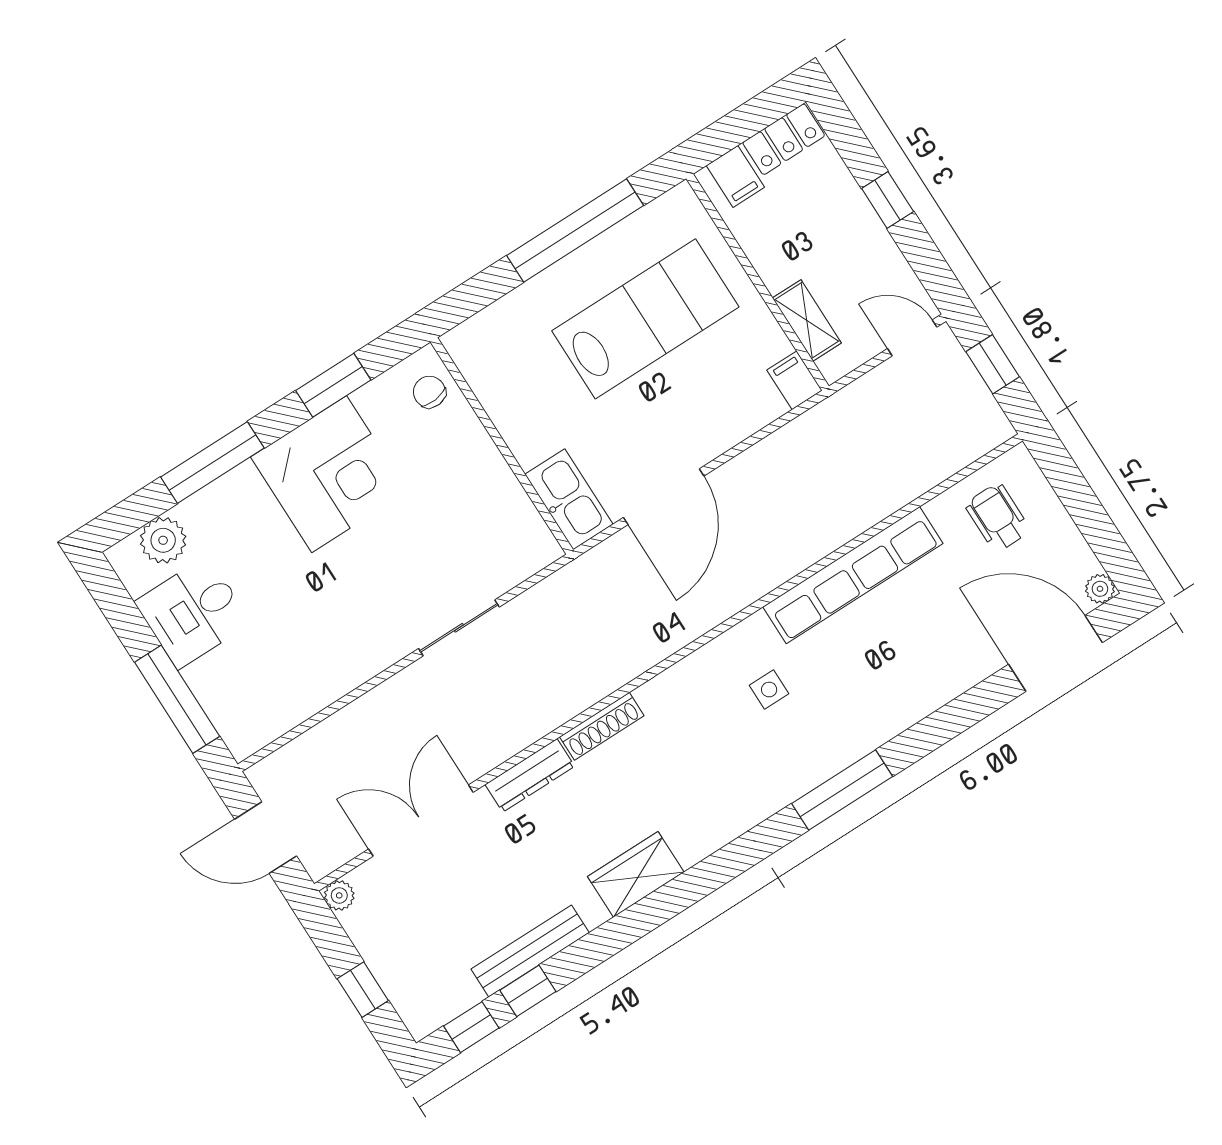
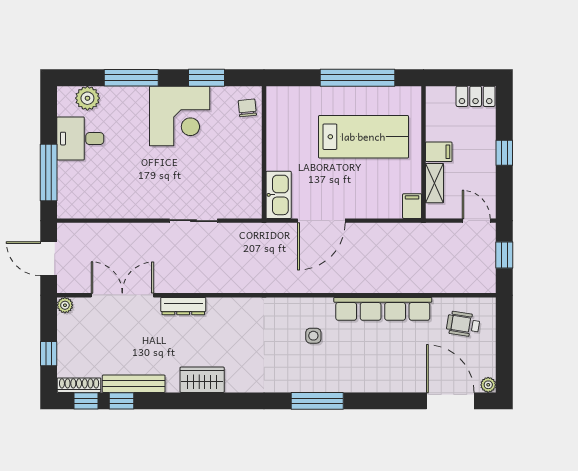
filing cabinet: (735, 176) -> (439, 152), moved, turned -90
wheelchair: (997, 517) -> (463, 324), turned -81
shoe rack: (602, 726) -> (79, 385), moved, turned 180

